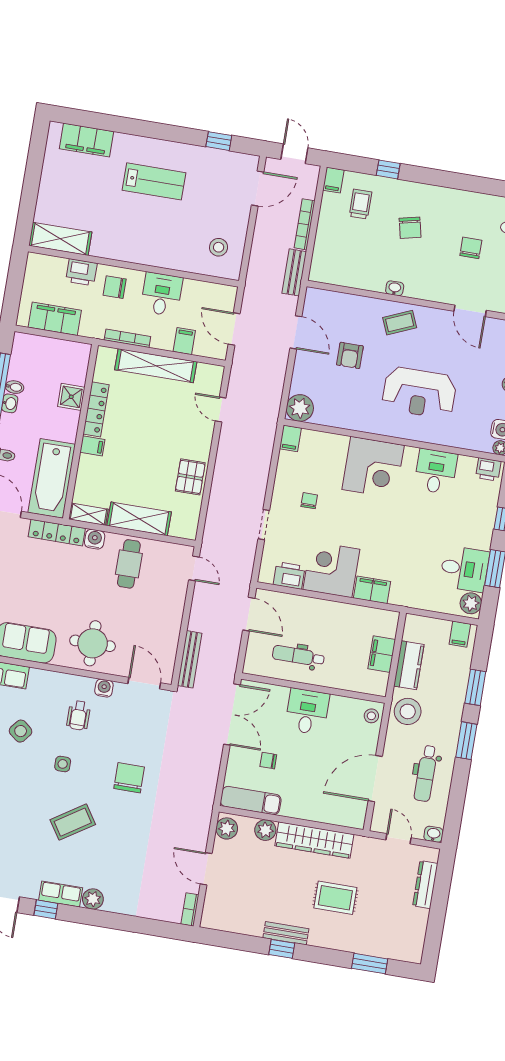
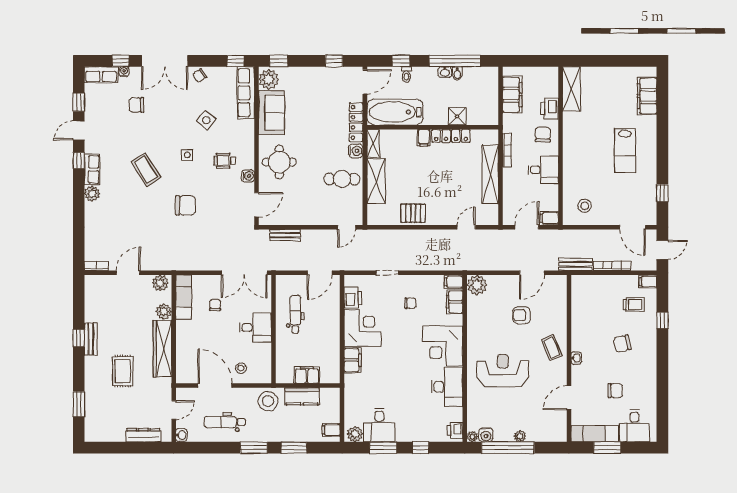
washbasin: (395, 288) -> (576, 358), moved
filing cabinet: (184, 341) -> (549, 218), moved, turned 180
reception desk: (419, 393) -> (503, 371), turned 90
filing cabinet: (317, 441) -> (455, 302), added
desk: (436, 471) -> (447, 387), width x1.37
bench: (190, 659) -> (285, 235), width x0.73
stool: (371, 716) -> (241, 368), moved

